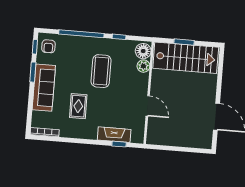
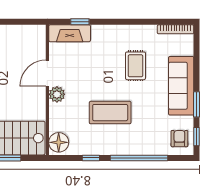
plant: (143, 66) -> (57, 94), moved
coffee table: (101, 71) -> (110, 113), turned 90
door: (148, 106) -> (47, 73), hinge flipped
fireplace: (114, 135) -> (70, 33), moved

